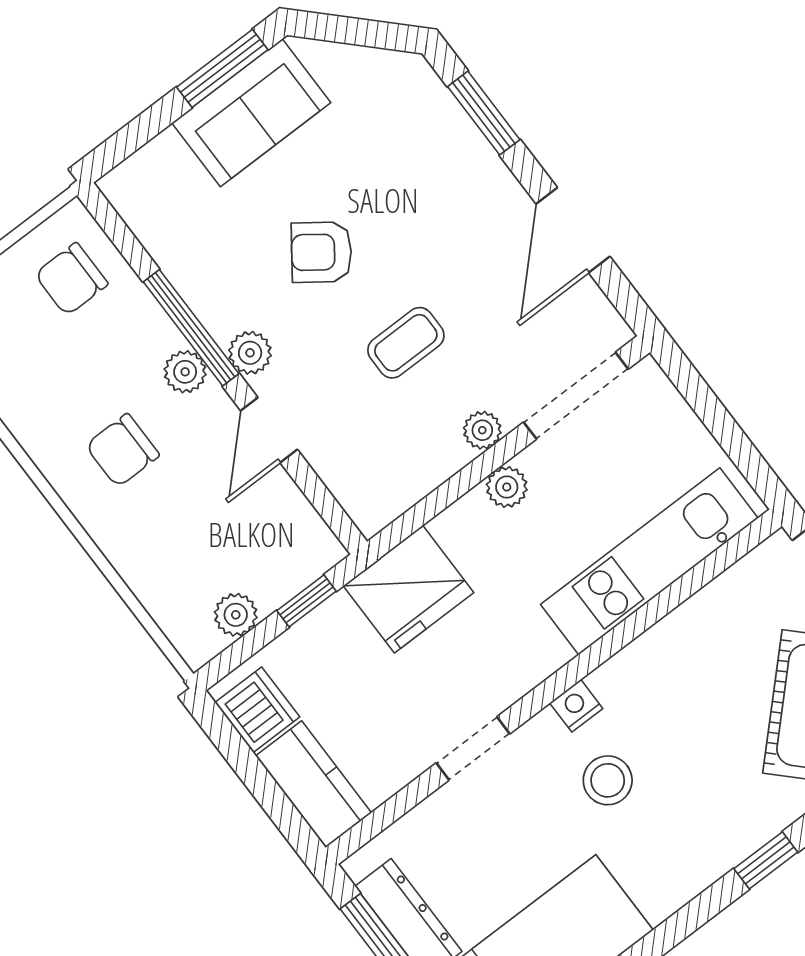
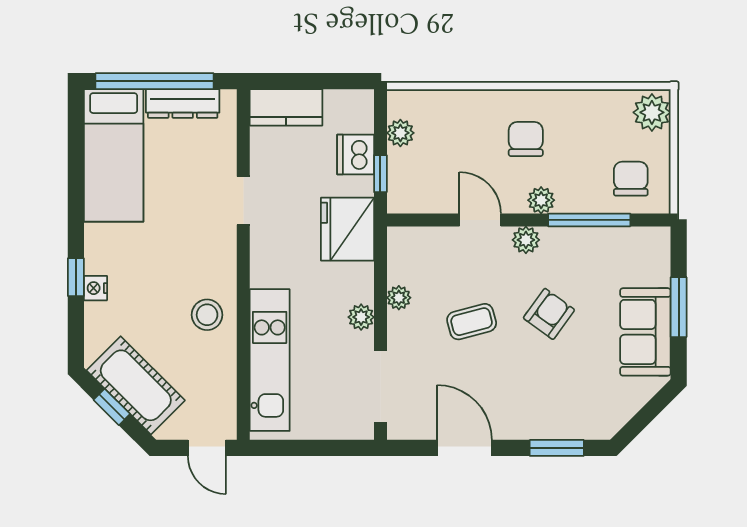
window: (222, 68) -> (679, 307), moved
window: (191, 328) -> (589, 220), moved
coffee table: (406, 343) -> (472, 322), turned 75
plant: (482, 430) -> (399, 298), moved
nightstand: (576, 706) -> (95, 288), moved, turned 180
dishwasher: (257, 710) -> (356, 155), moved, turned 90
stool: (608, 780) -> (207, 315), moved
window: (766, 860) -> (76, 277), moved

